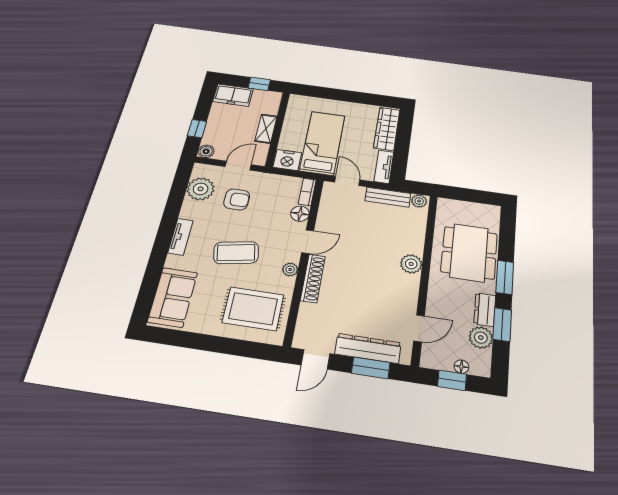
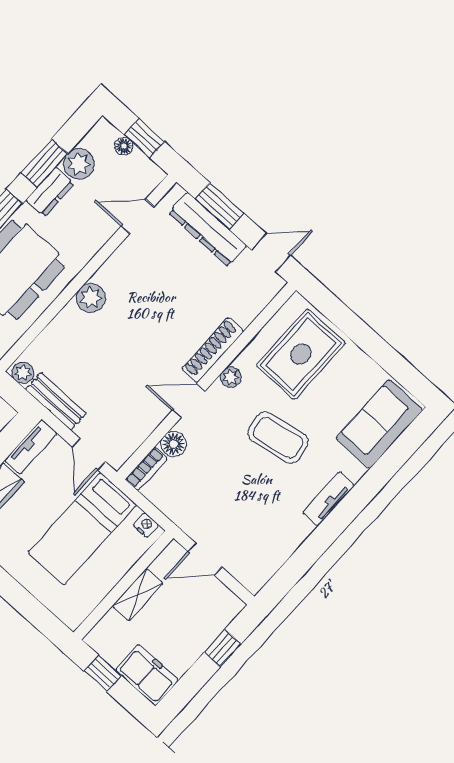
boiler: (206, 151) -> (231, 605), removed
nightstand: (287, 160) -> (146, 525), width x0.53, depth x0.56
plant: (201, 189) -> (269, 552), removed
armchair: (237, 199) -> (235, 511), removed
rug: (253, 309) -> (301, 354), turned 90

